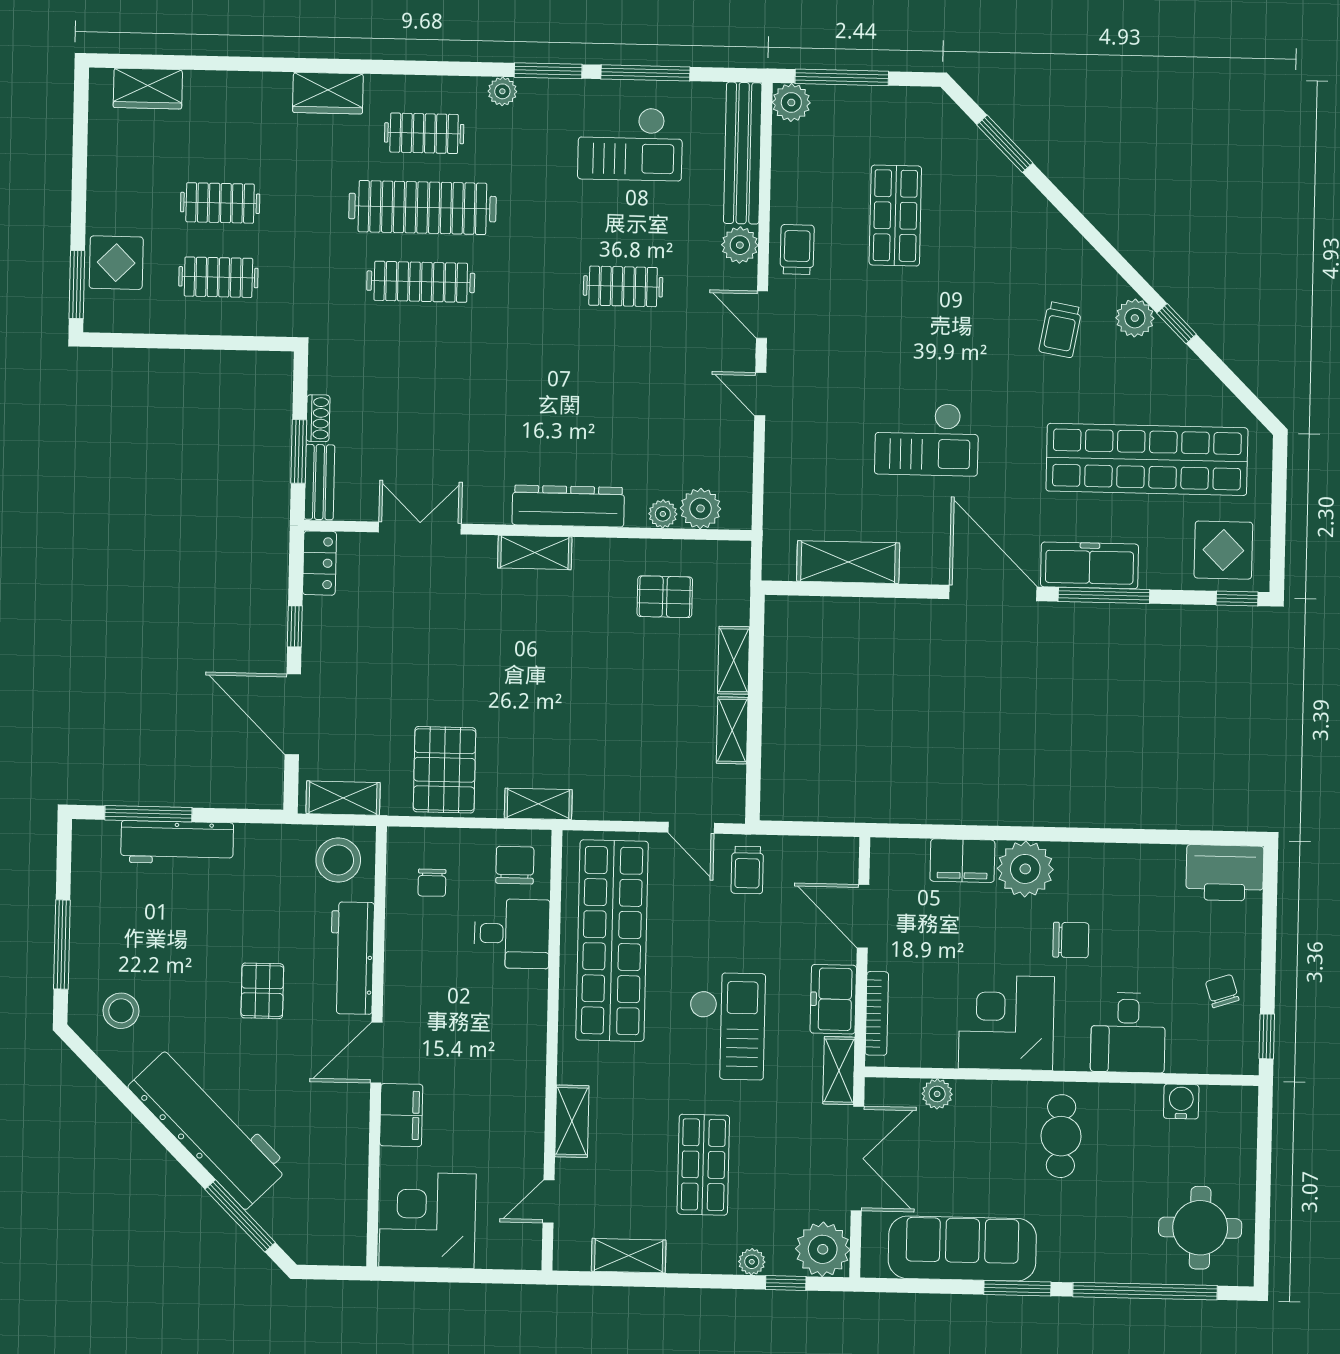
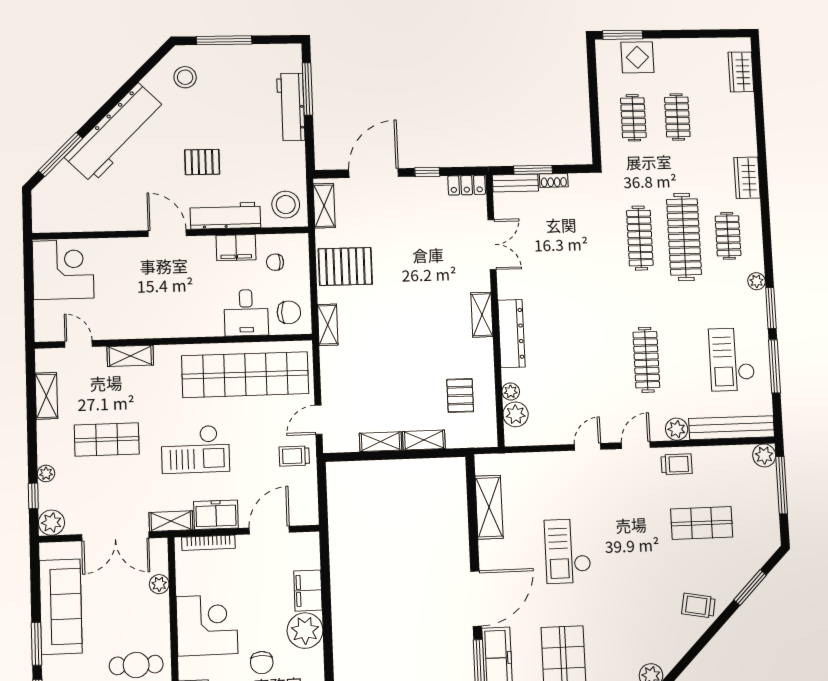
clothes rail: (623, 286) -> (646, 360), width x1.36
trolley: (1060, 330) -> (698, 606), moved
filing cabinet: (401, 1115) -> (236, 248), moved
plant: (823, 1249) -> (51, 523), width x0.73, depth x0.73

